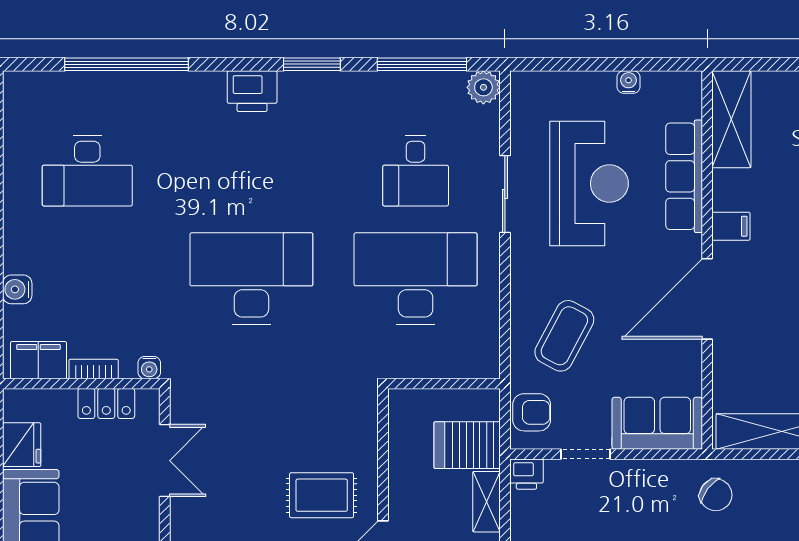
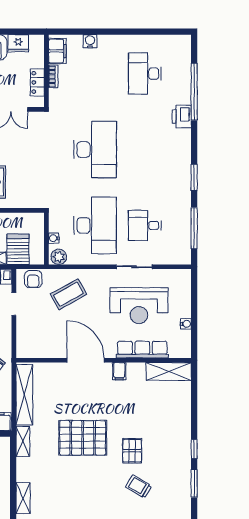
plant: (483, 87) -> (59, 257), moved
printer: (252, 91) -> (182, 116), moved
coffee table: (564, 336) -> (69, 294), turned -57
water cooler: (149, 368) -> (54, 238), moved
sofa: (657, 423) -> (28, 337), removed

